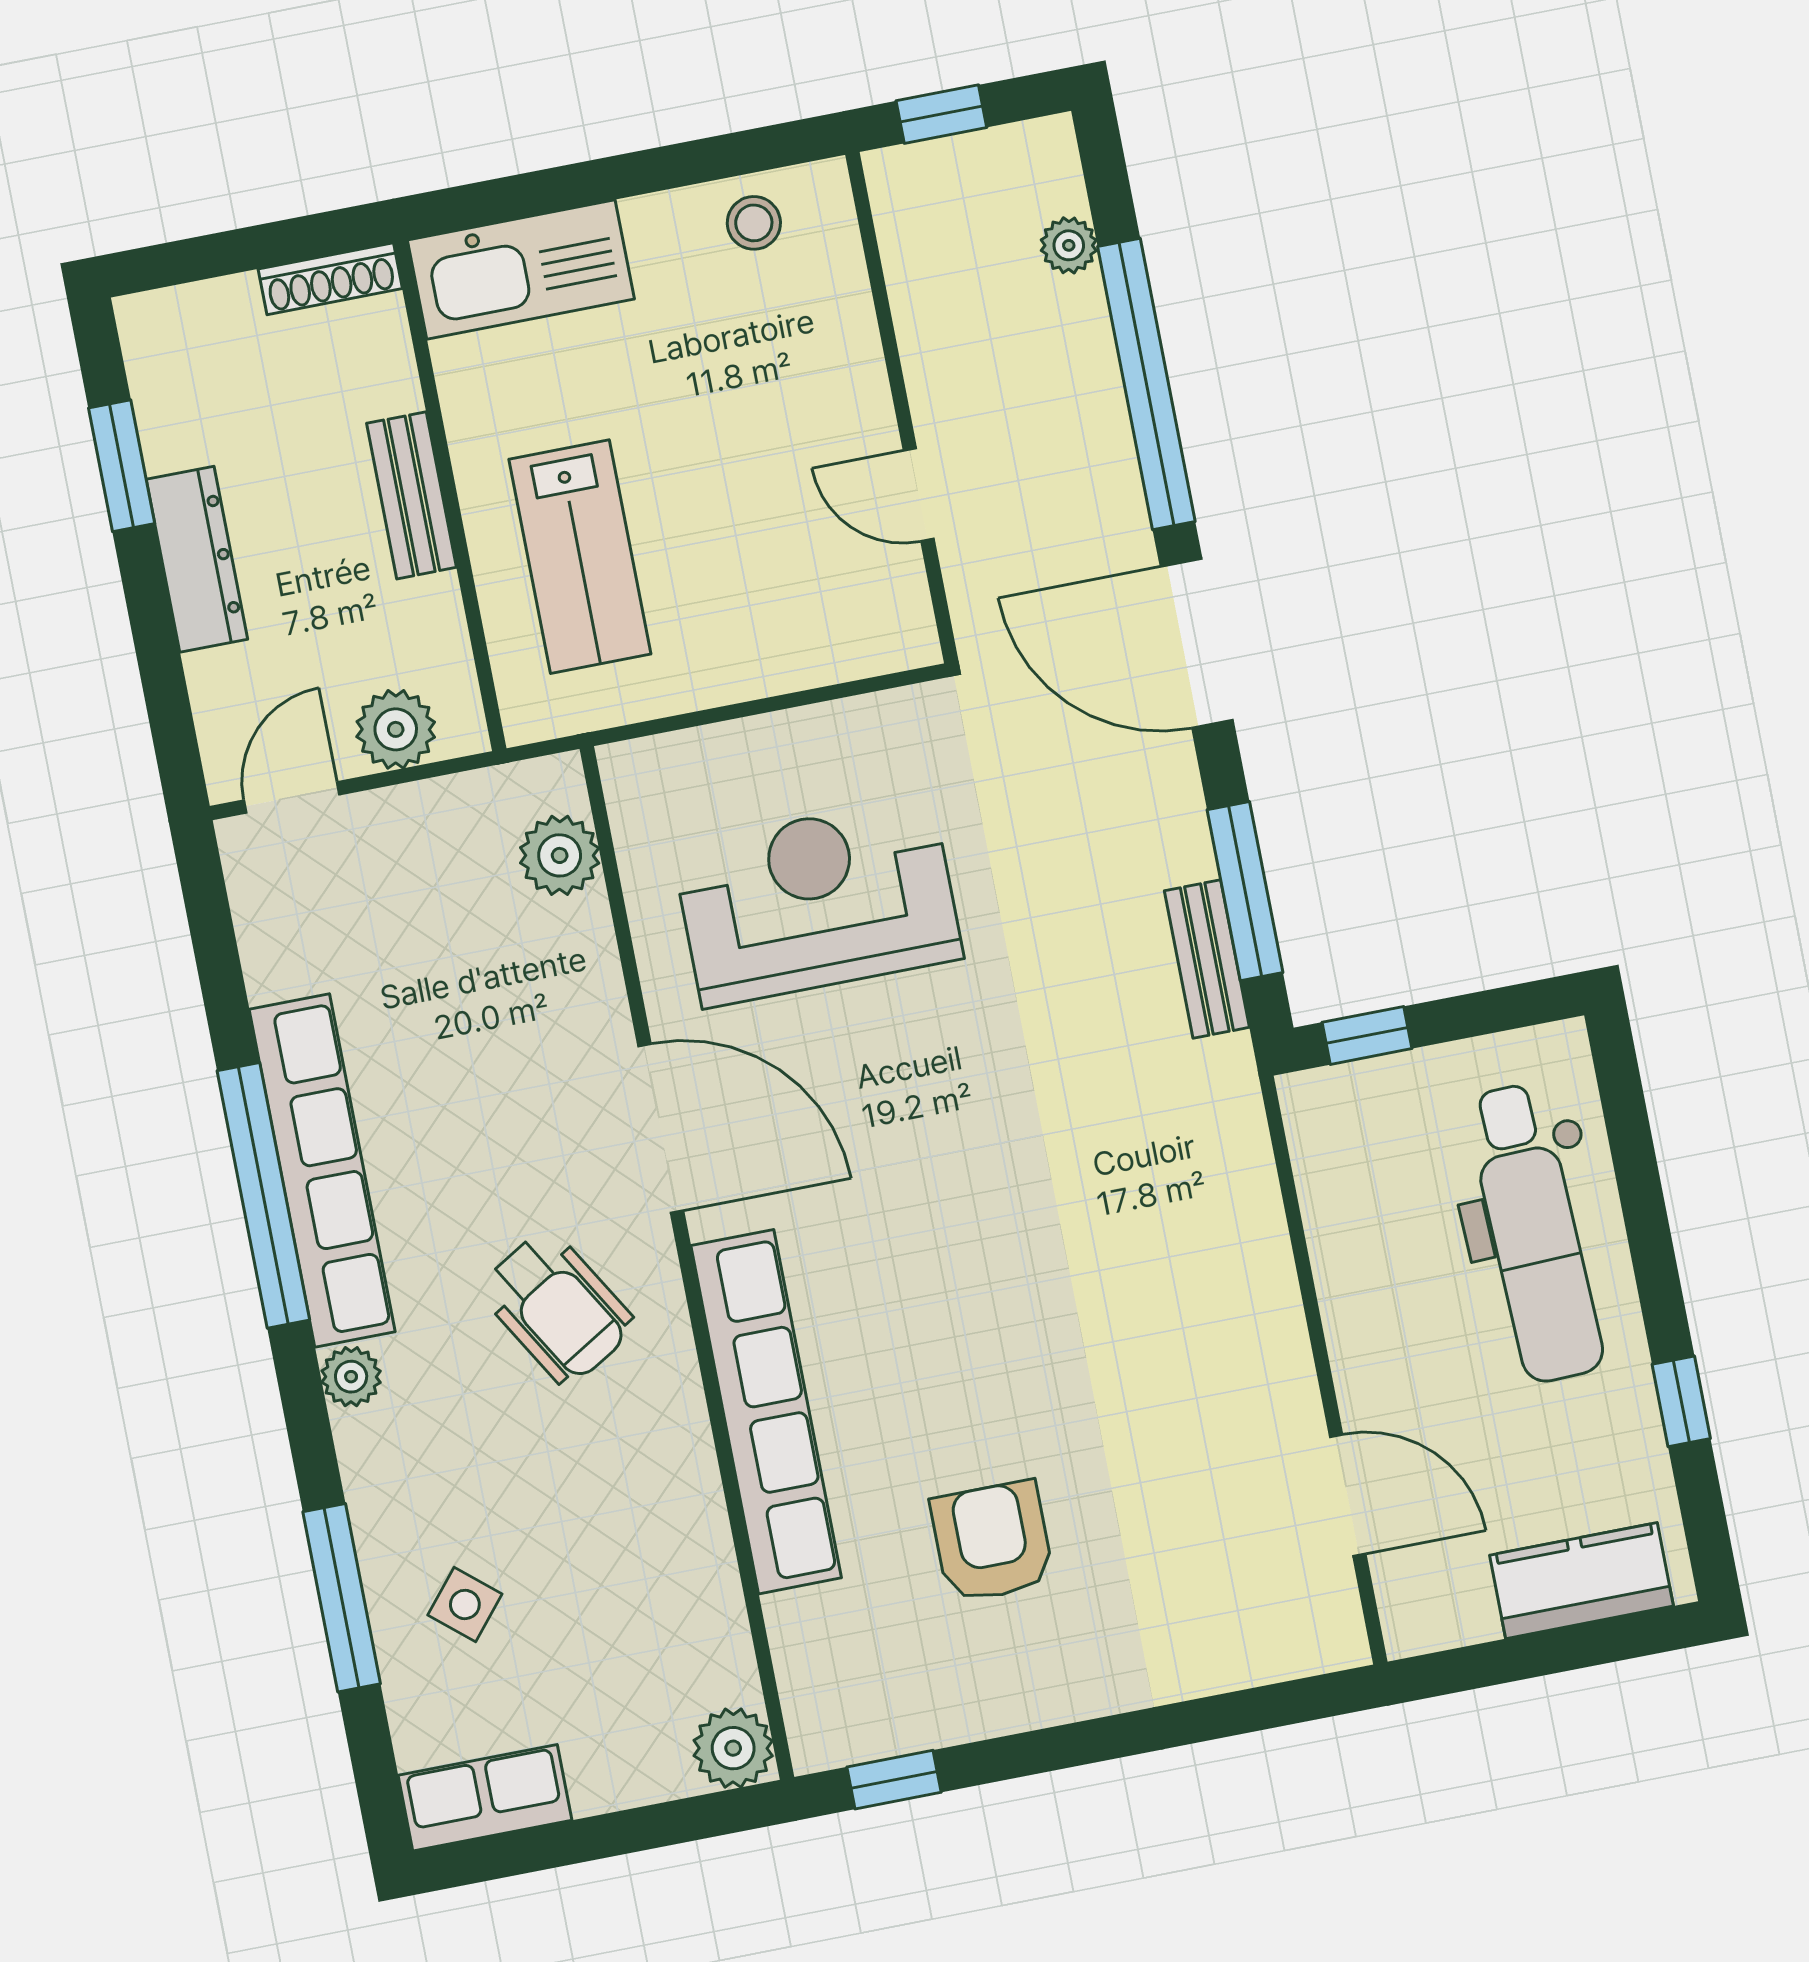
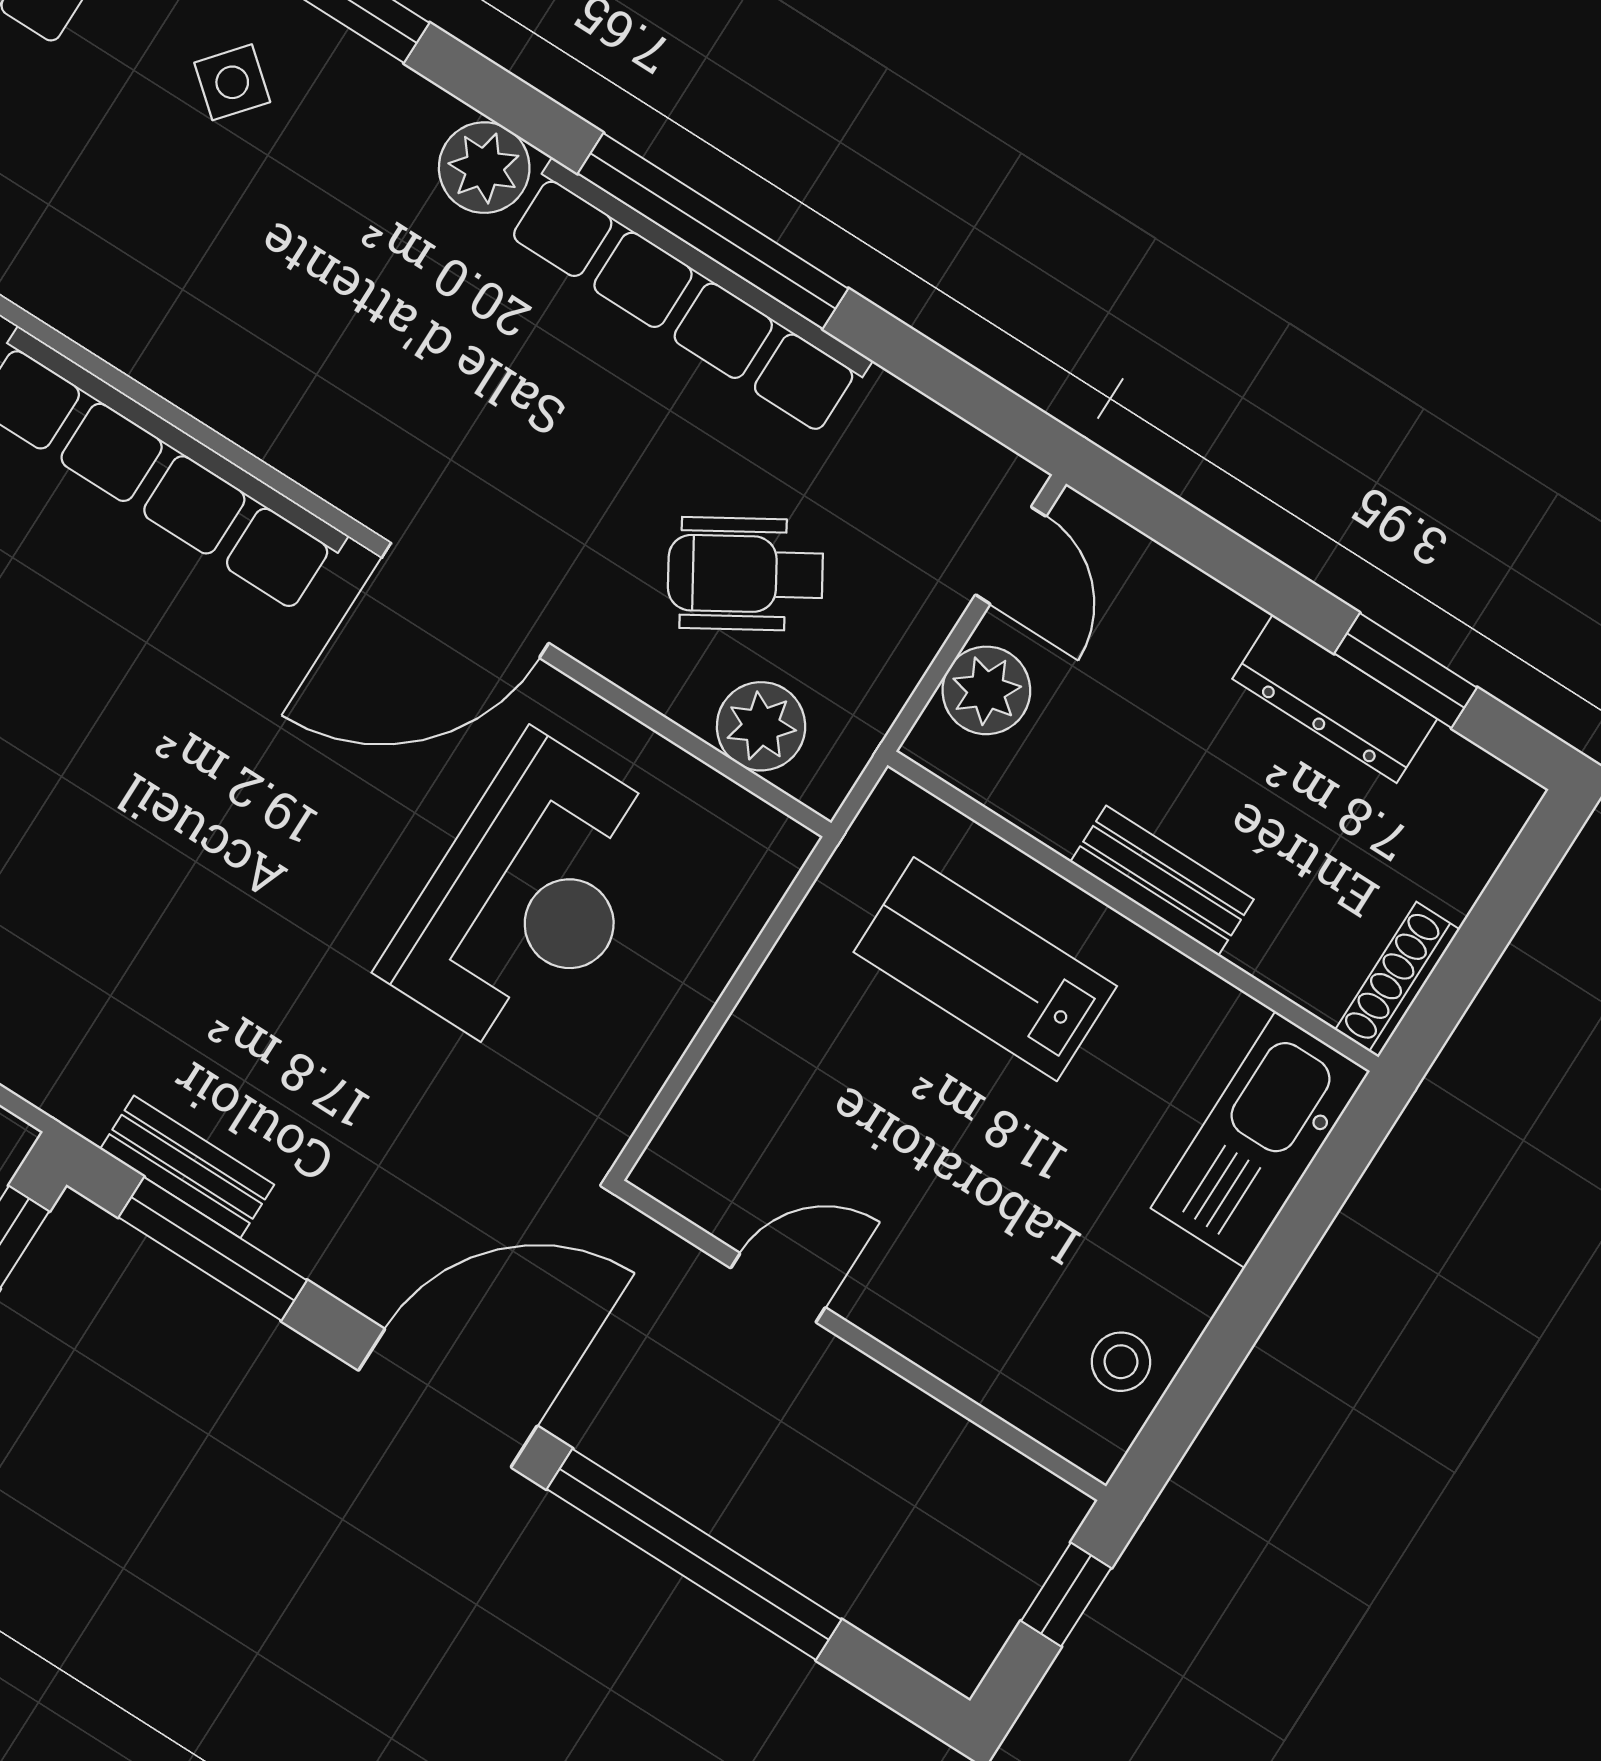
plant: (1069, 245) -> (864, 1597), removed
dresser: (197, 559) -> (1335, 699), moved
wheelchair: (557, 1307) -> (745, 574), moved
plant: (351, 1377) -> (484, 168), width x1.38, depth x1.38

